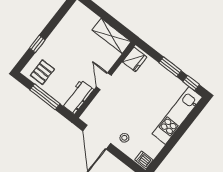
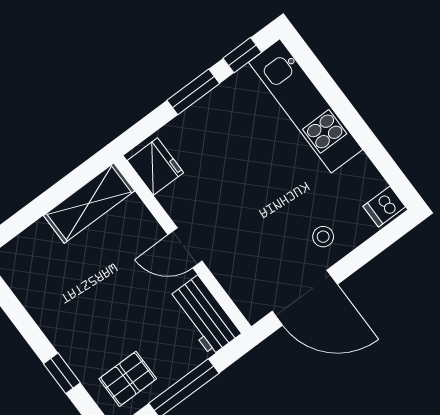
pallet: (42, 72) -> (128, 379), turned 90

